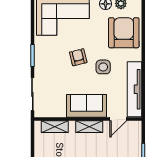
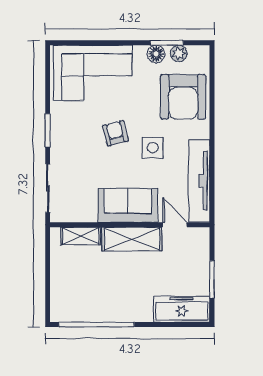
armchair: (124, 33) -> (183, 97), turned 180
door: (118, 119) -> (175, 225), swing flipped
shelving: (89, 127) -> (132, 239), width x1.50, depth x1.33

